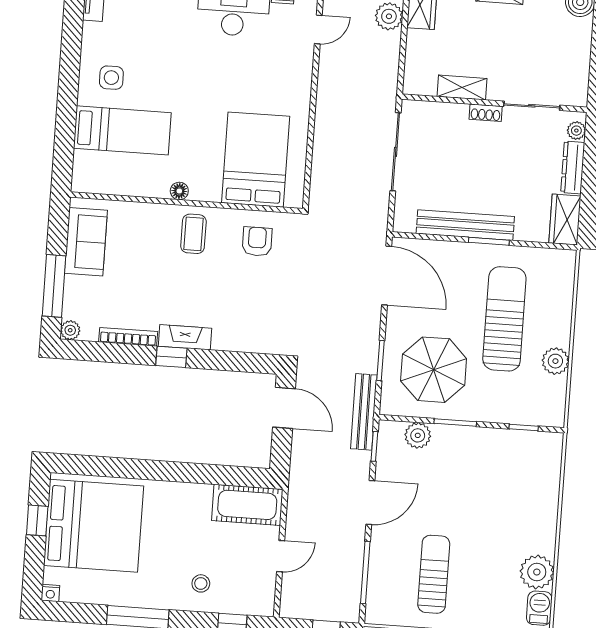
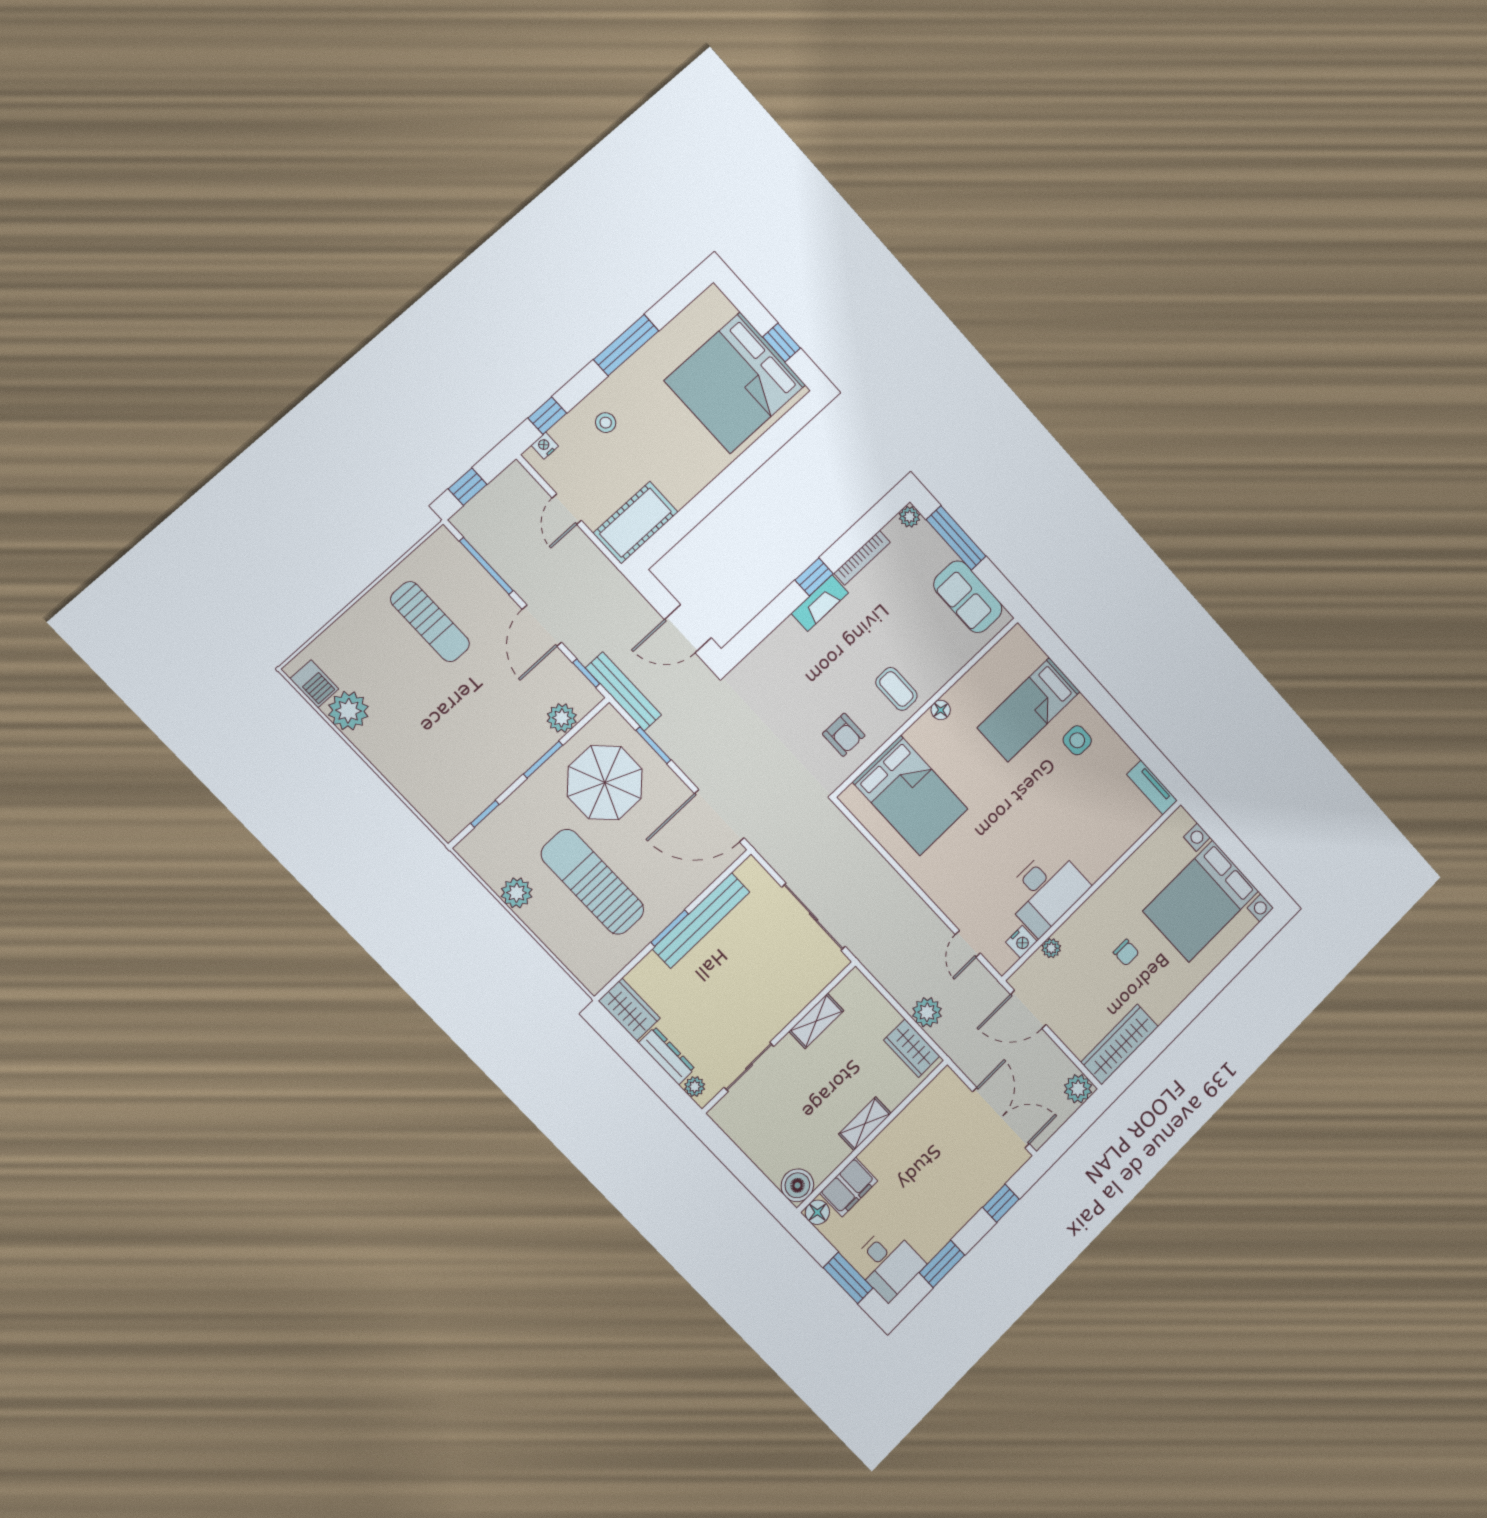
shoe rack: (486, 113) -> (778, 1022), removed
sun lounger: (504, 319) -> (593, 882), turned 180
nightstand: (50, 593) -> (545, 446), moved

